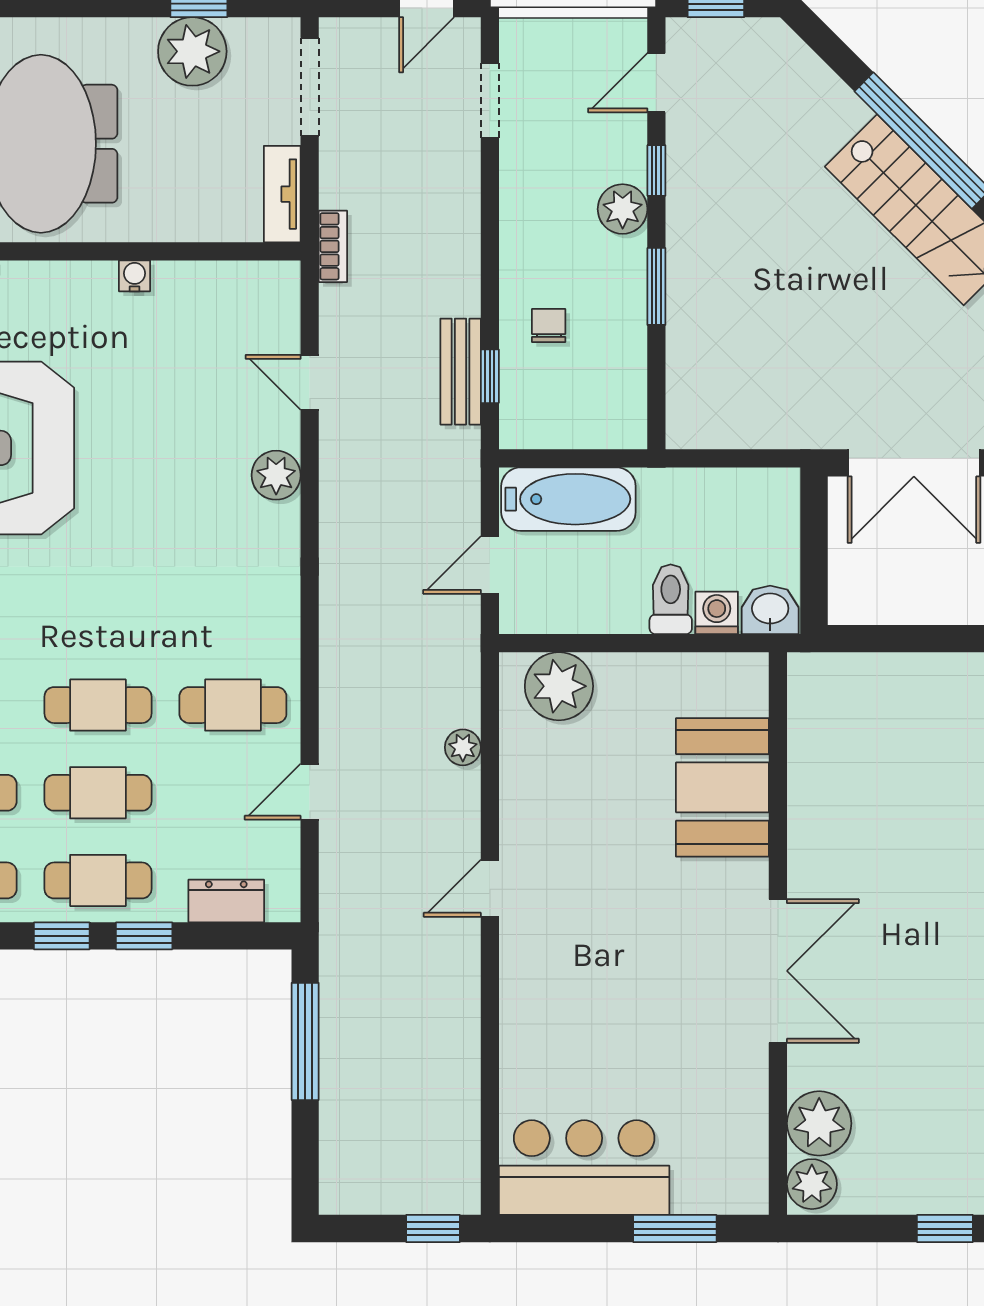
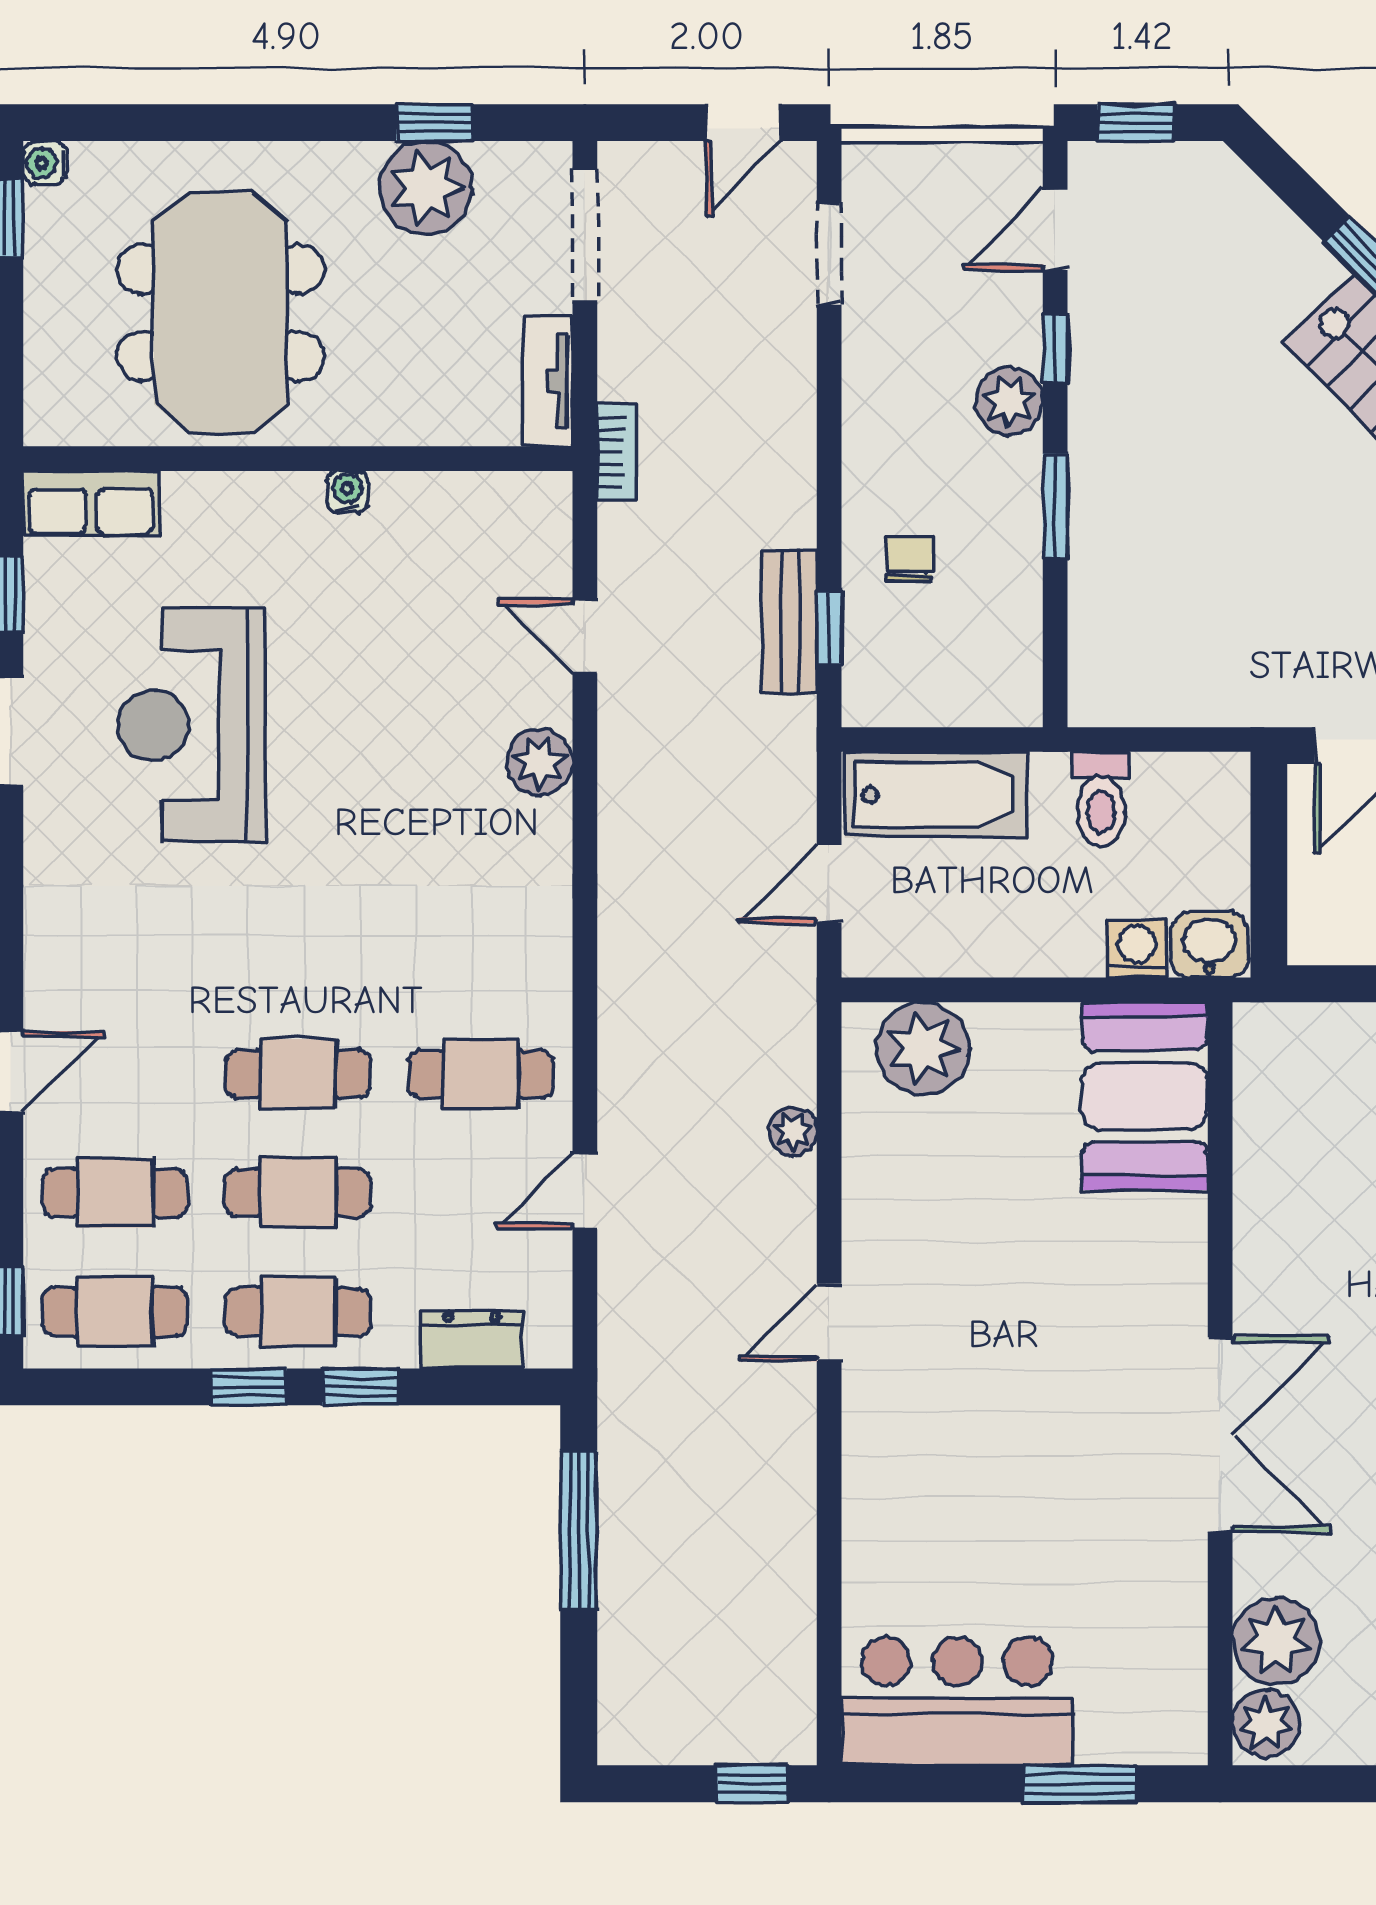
toilet: (671, 599) -> (1101, 799), moved, turned 180
booth: (722, 787) -> (1145, 1096), moved

